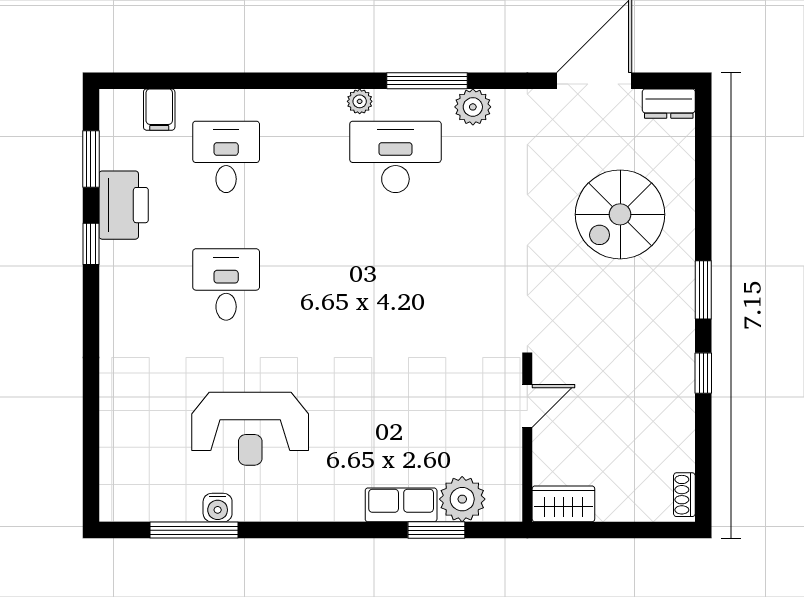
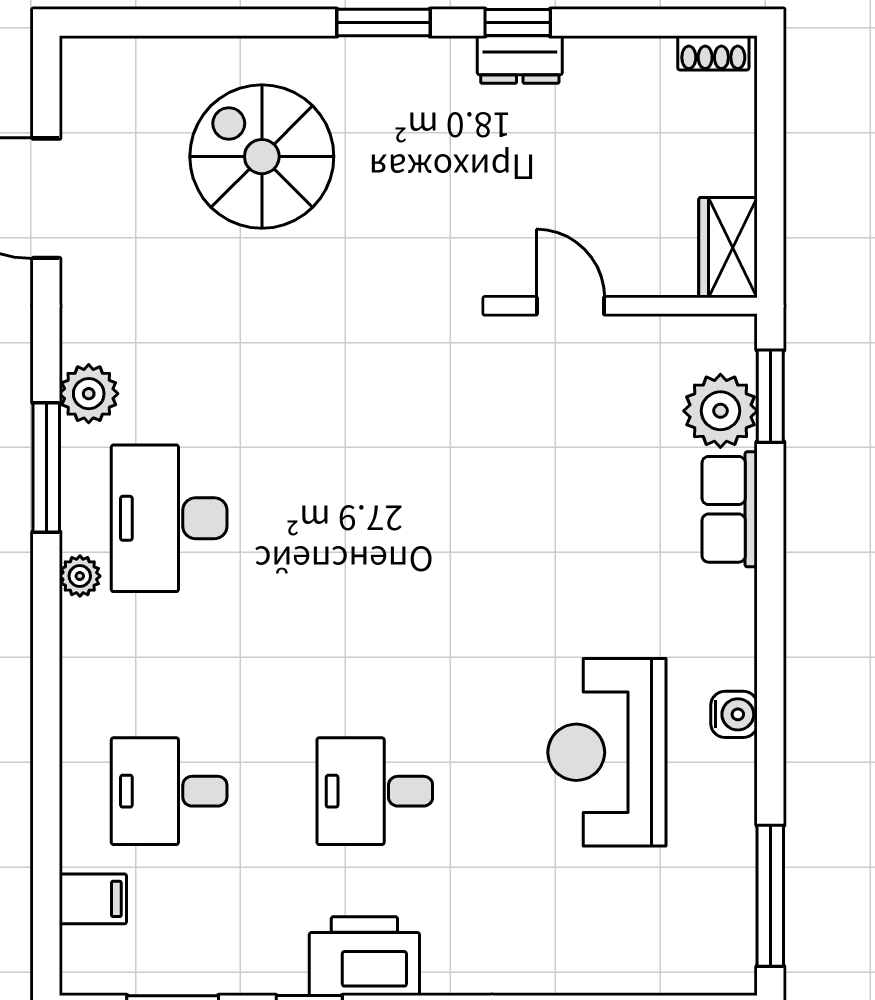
dresser: (669, 104) -> (520, 59), moved, turned 90
printer: (124, 205) -> (364, 956), moved
spiral stairs: (620, 214) -> (262, 157), turned 180
reception desk: (250, 429) -> (607, 752), turned 180
water cooler: (218, 508) -> (734, 714), moved
window: (194, 530) -> (770, 896), moved
window: (436, 530) -> (770, 396), moved

